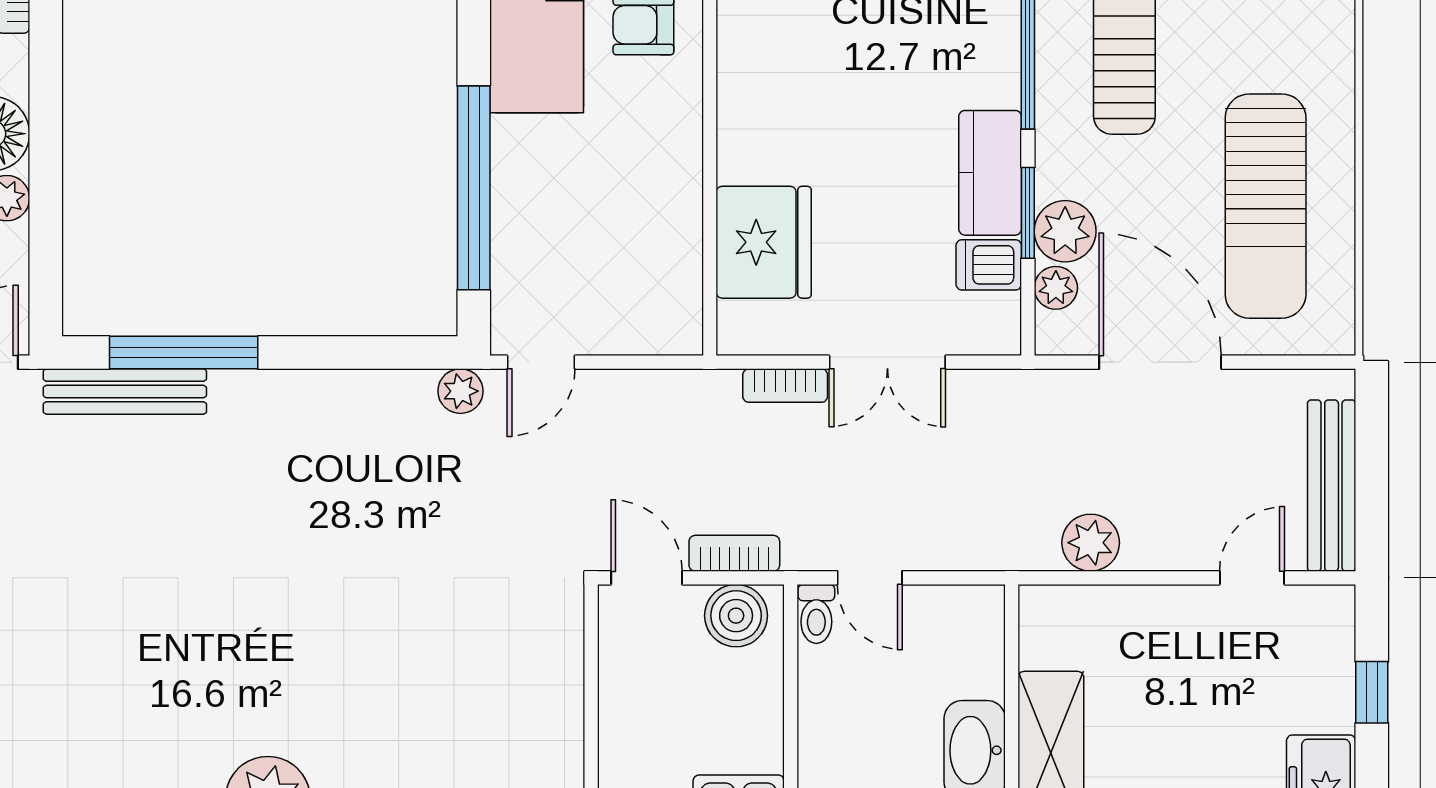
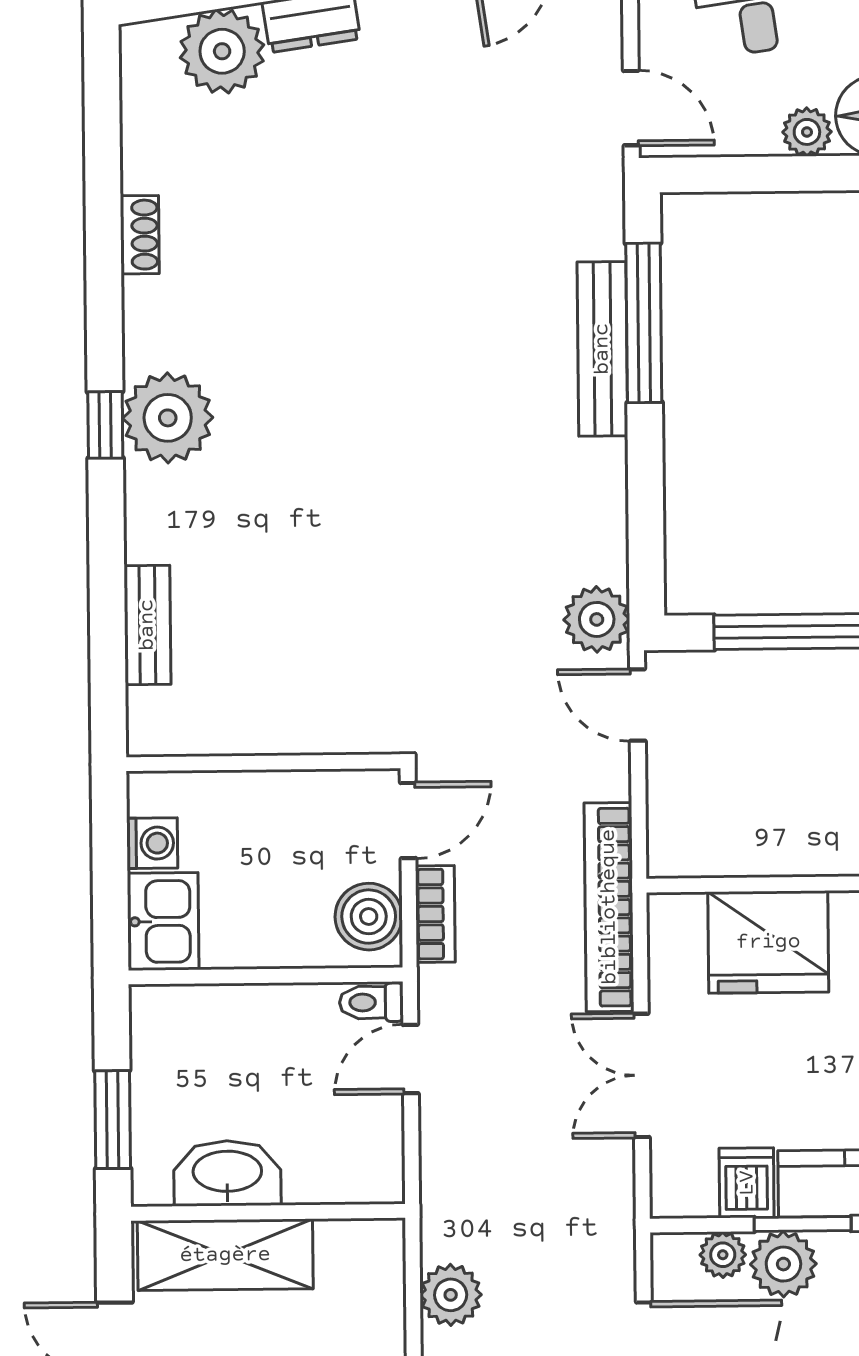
bookcase: (785, 386) -> (609, 907), width x2.31, depth x1.31
plant: (460, 391) -> (597, 619), width x1.38, depth x1.38
bench: (125, 392) -> (602, 349), moved

